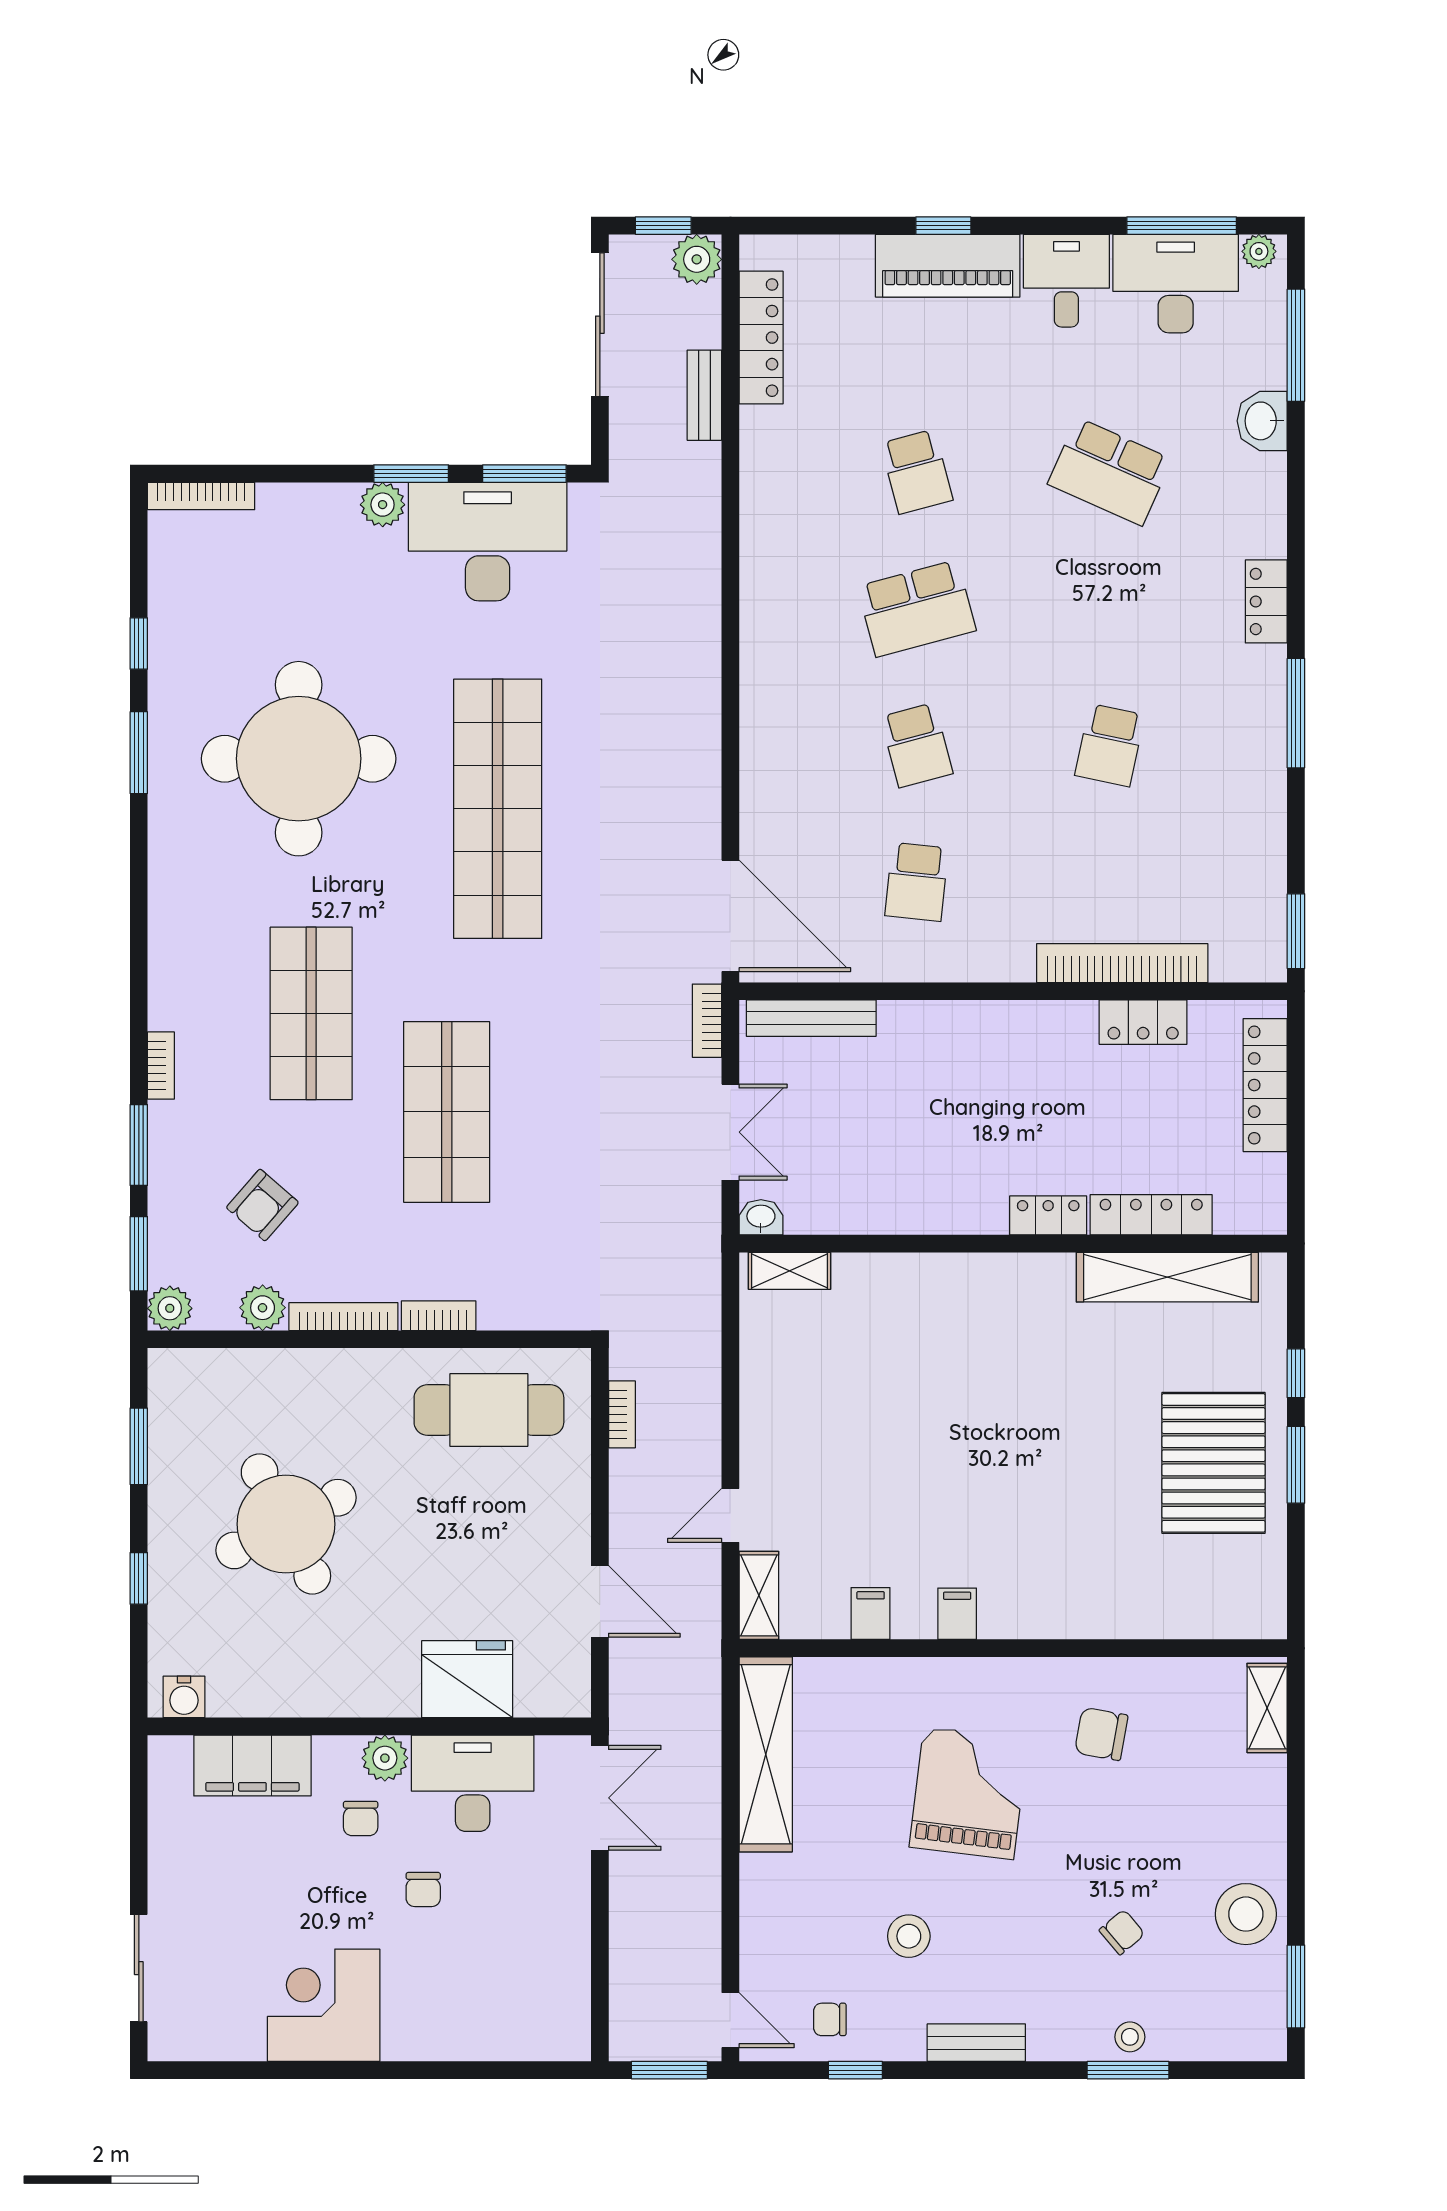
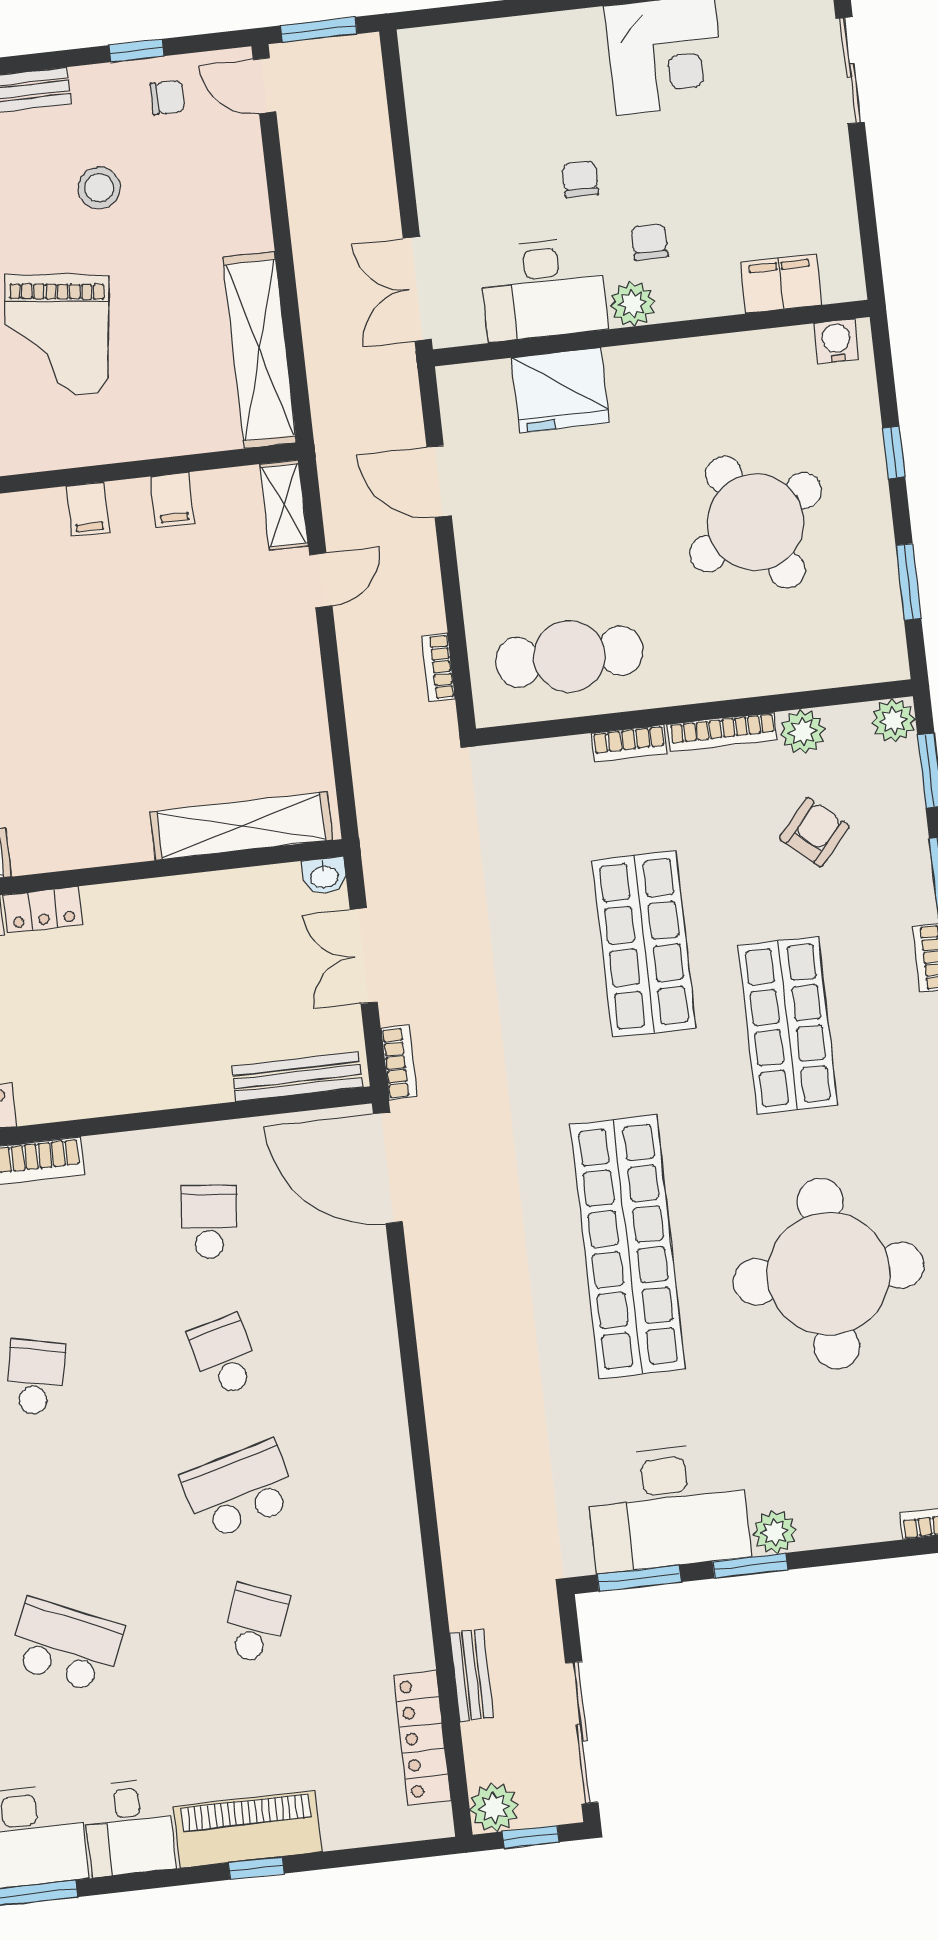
school desk: (917, 472) -> (255, 1624), turned 36
shelving: (789, 1271) -> (241, 826), width x2.20, depth x1.33
filing cabinet: (252, 1766) -> (781, 284), width x0.67, depth x0.86

